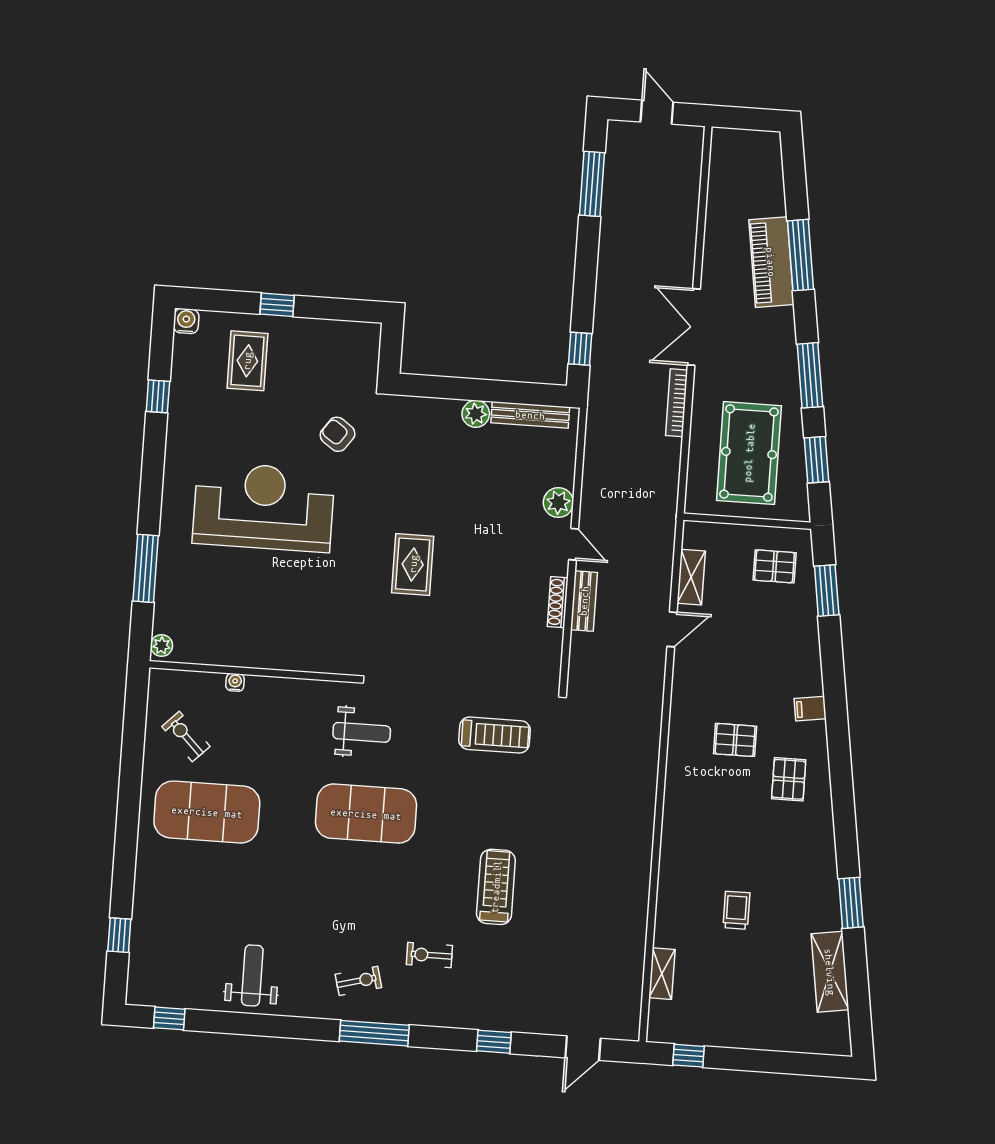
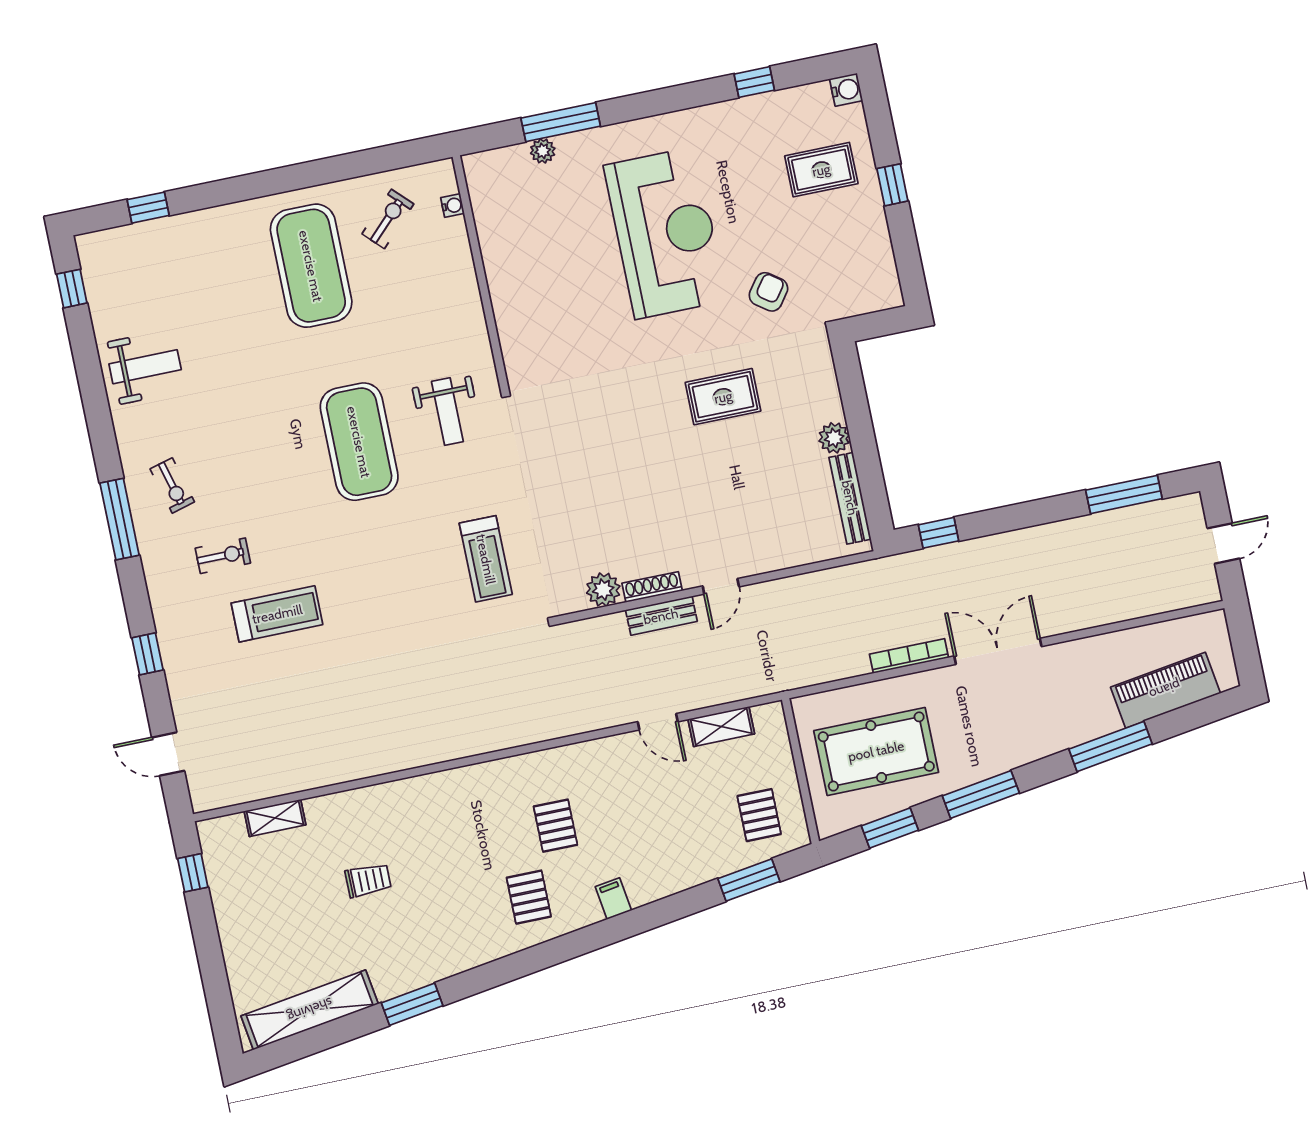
piano: (771, 262) -> (1165, 690), moved
plant: (558, 503) -> (603, 590), moved
rug: (413, 564) -> (723, 397), moved
plant: (162, 646) -> (543, 151), moved
water cooler: (235, 682) -> (453, 206), moved
pallet: (789, 779) -> (529, 897), turned 90
treadmill: (496, 887) -> (277, 614), moved
exercise bike: (429, 955) -> (223, 556), turned 90
shelving: (830, 972) -> (310, 1010), width x1.47

